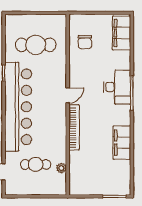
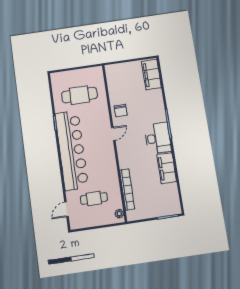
chair: (85, 42) -> (121, 111), moved
desk: (117, 87) -> (158, 138), moved
bookcase: (74, 127) -> (127, 190), moved
plant: (61, 168) -> (119, 214), moved

